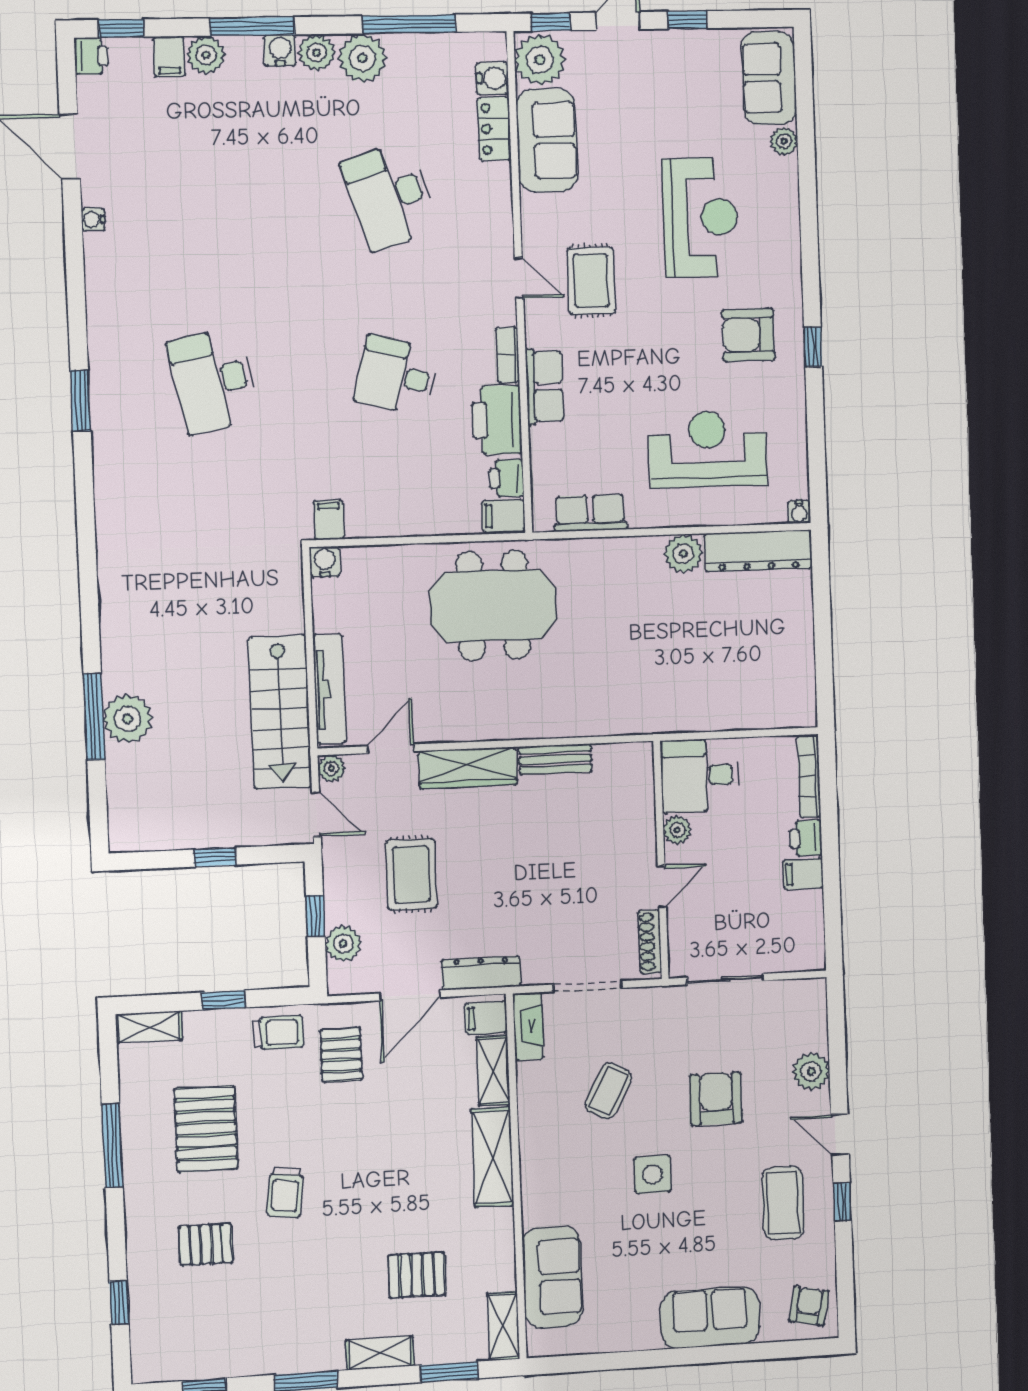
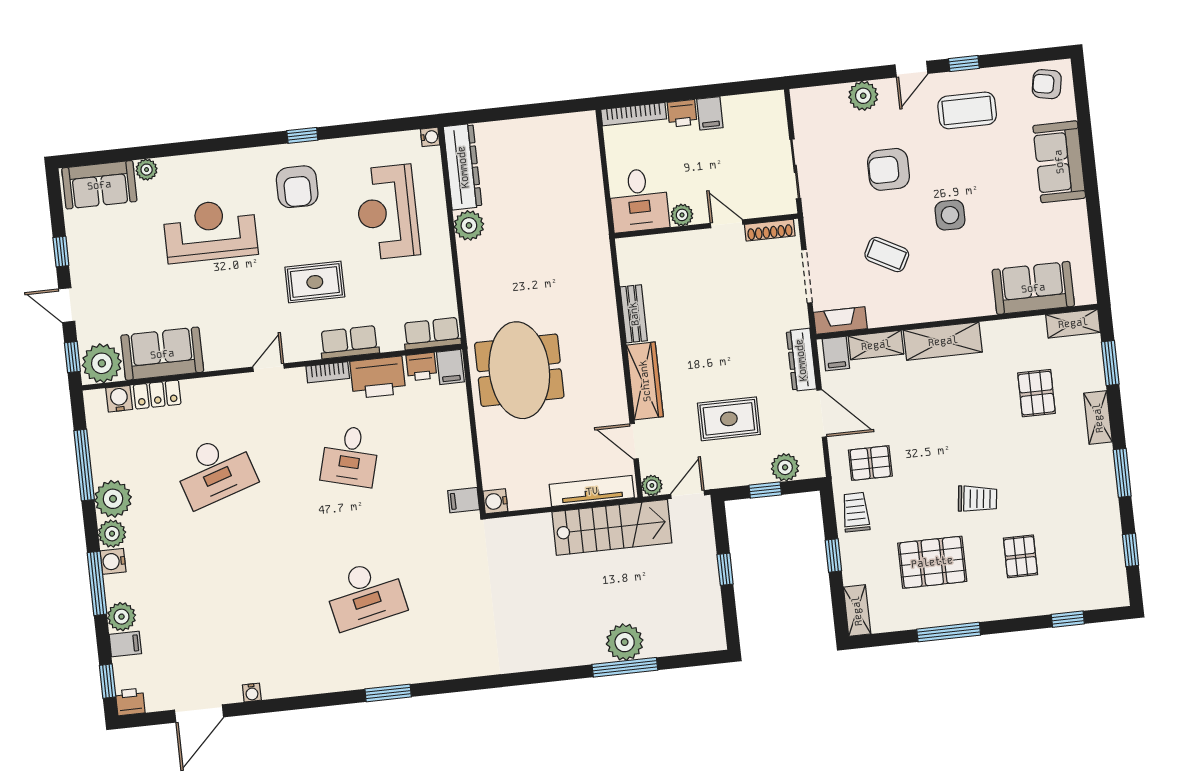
rug: (591, 281) -> (315, 282), moved
row of seats: (590, 513) -> (432, 334), moved, turned 90

